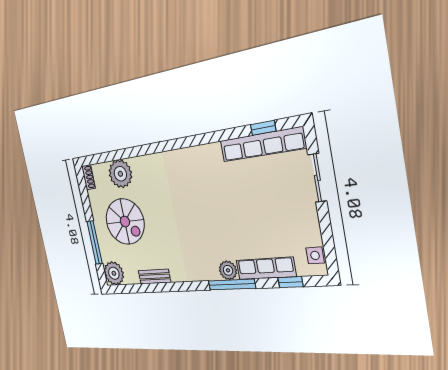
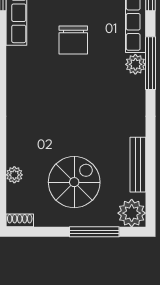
plant: (120, 174) -> (14, 175), width x0.53, depth x0.53
chair: (238, 208) -> (73, 40), added
bench: (154, 276) -> (138, 165), width x1.36

